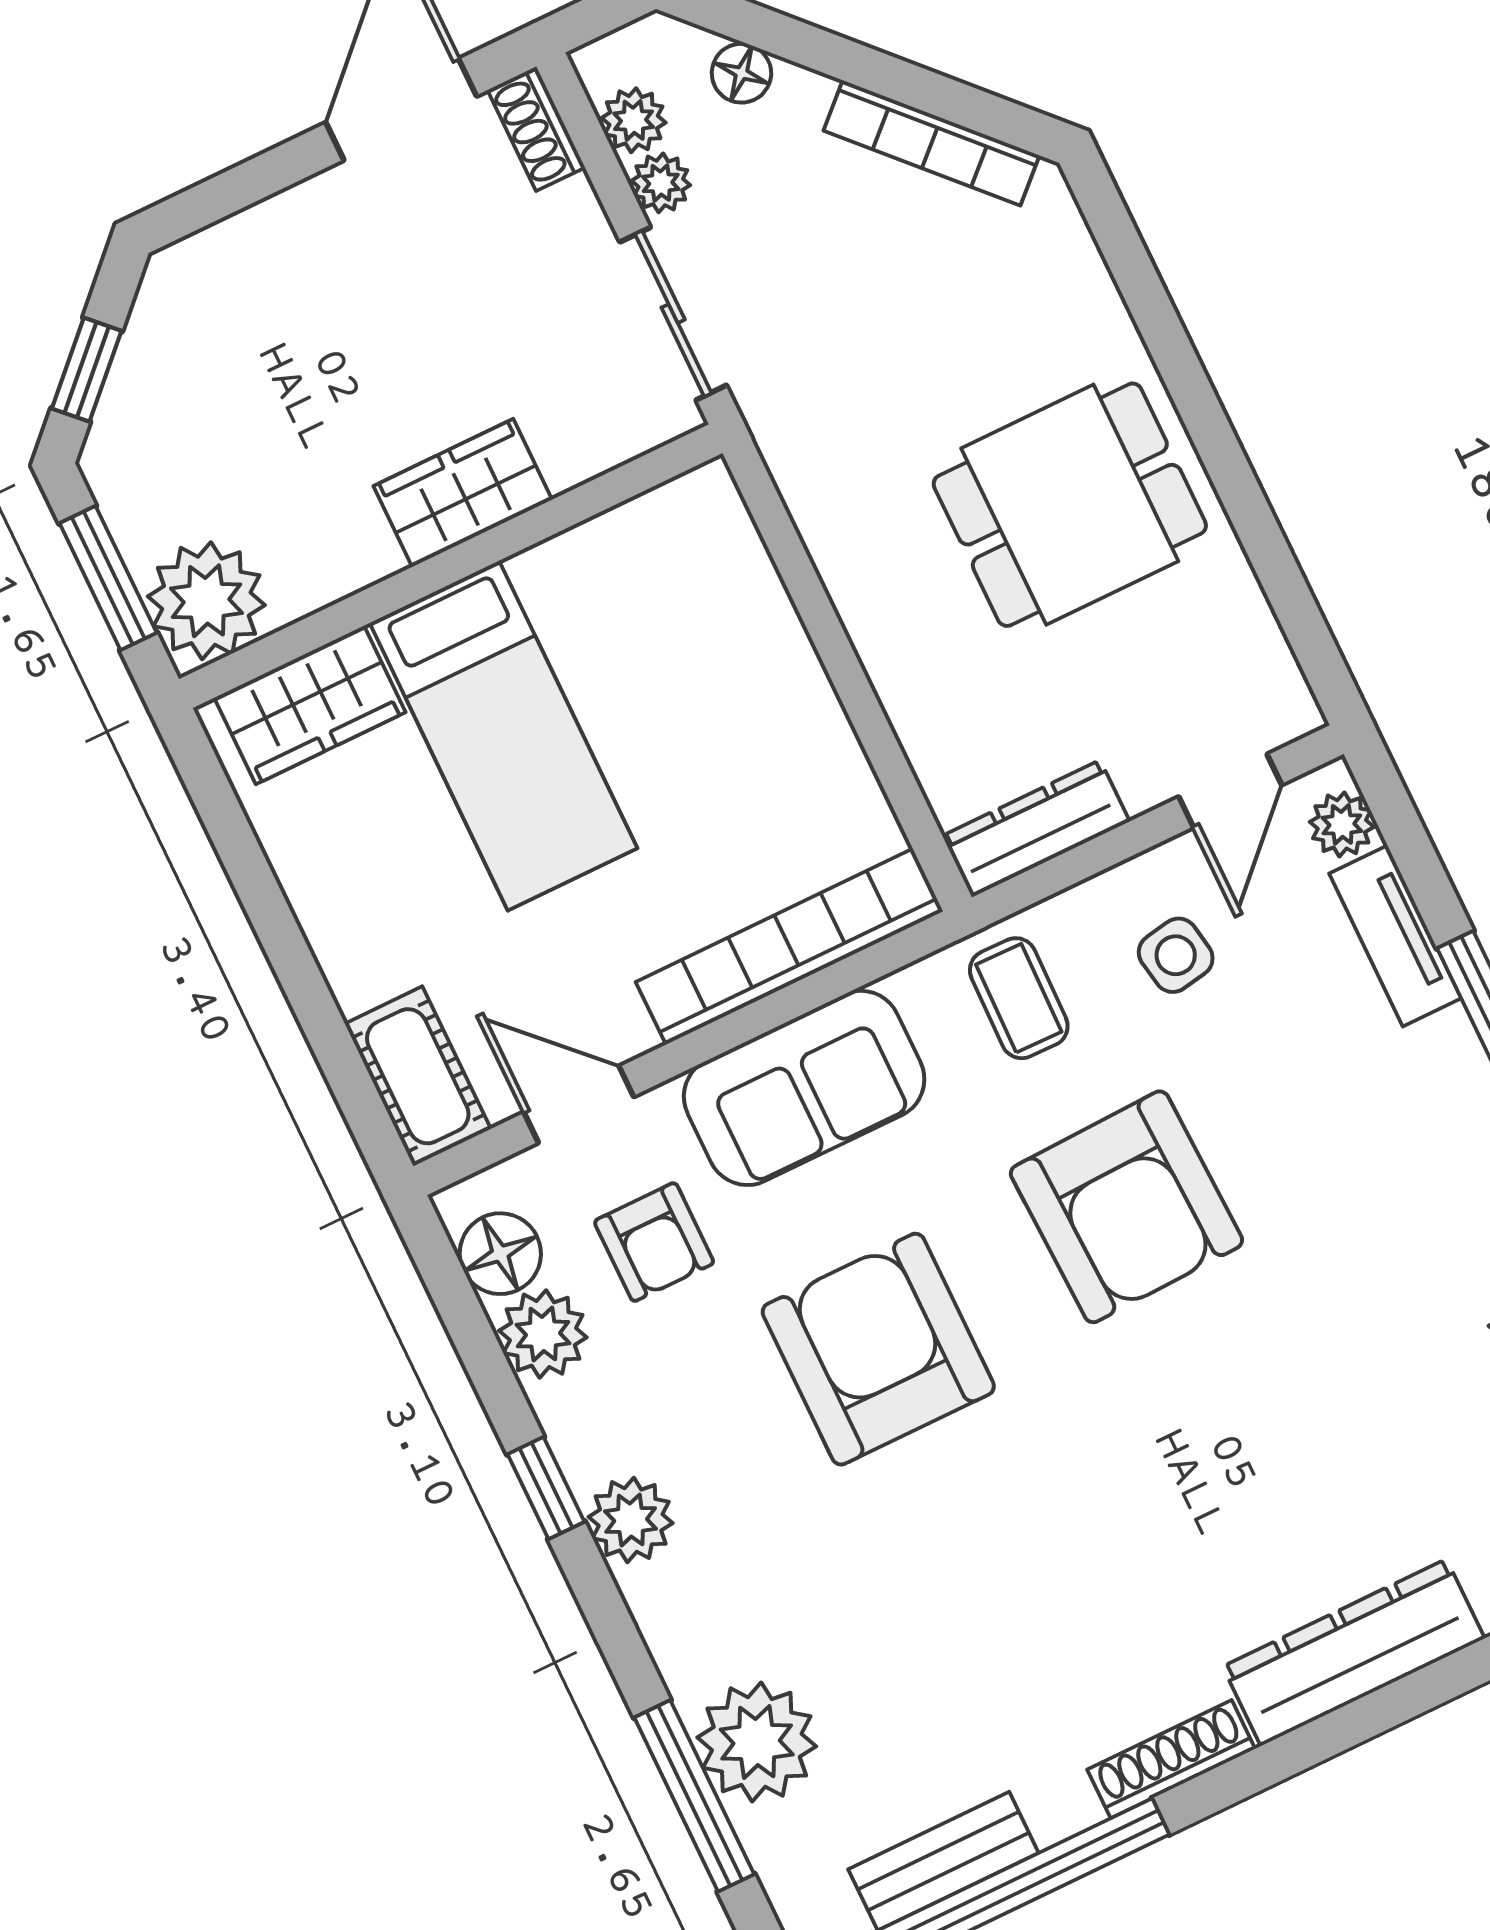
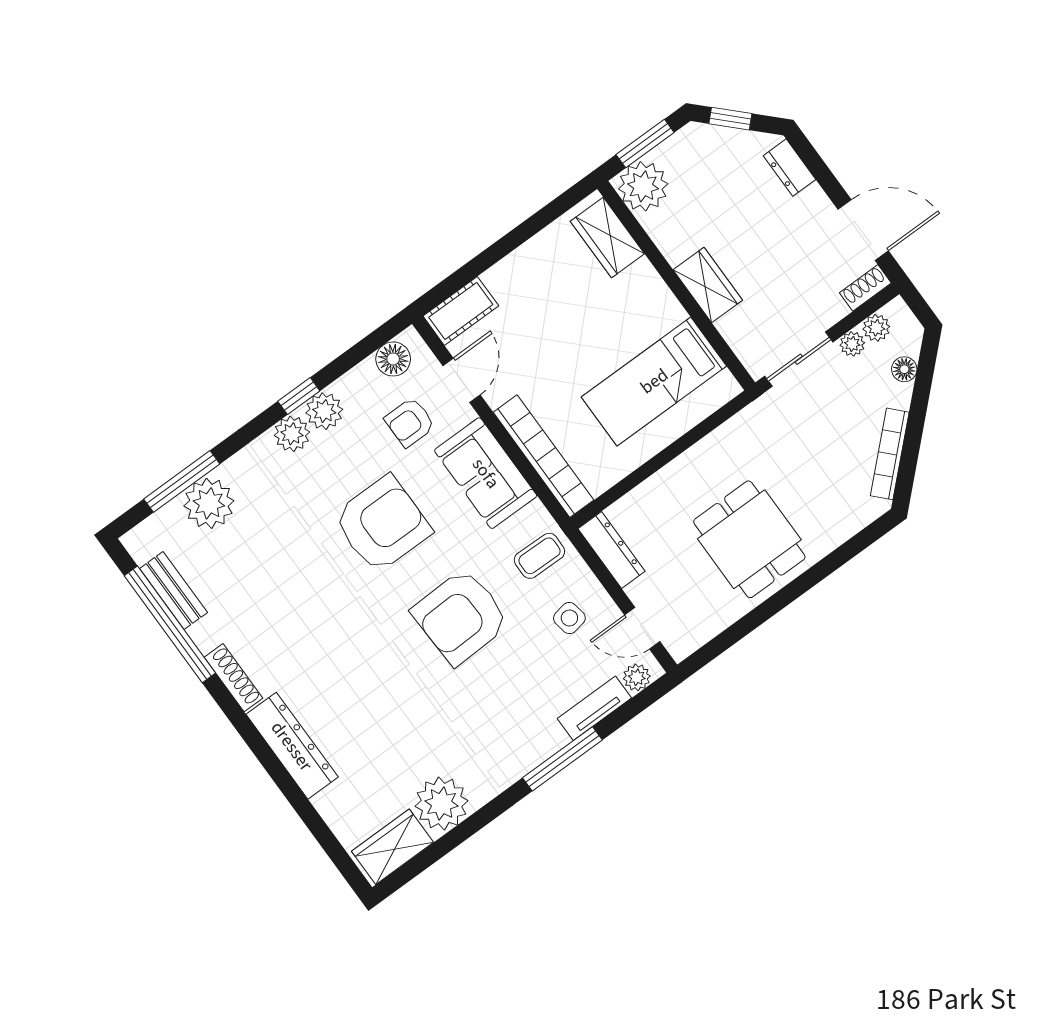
dresser: (225, 253) -> (790, 168), added
bed: (503, 736) -> (654, 381), moved
plant: (543, 1334) -> (324, 411), moved

